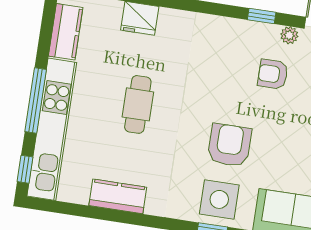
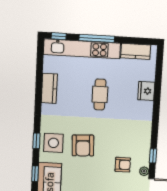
armchair: (273, 74) -> (123, 165), turned 90
cafe table: (138, 104) -> (100, 94), turned 90
armchair: (229, 145) -> (83, 146), turned 87

